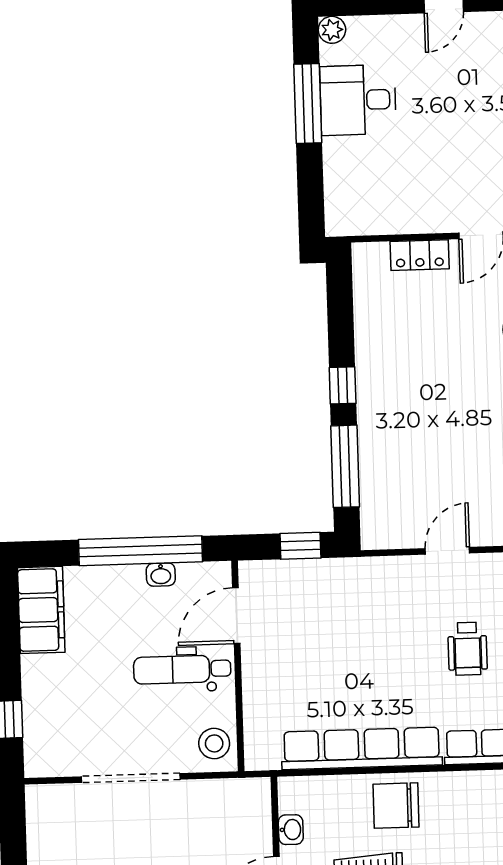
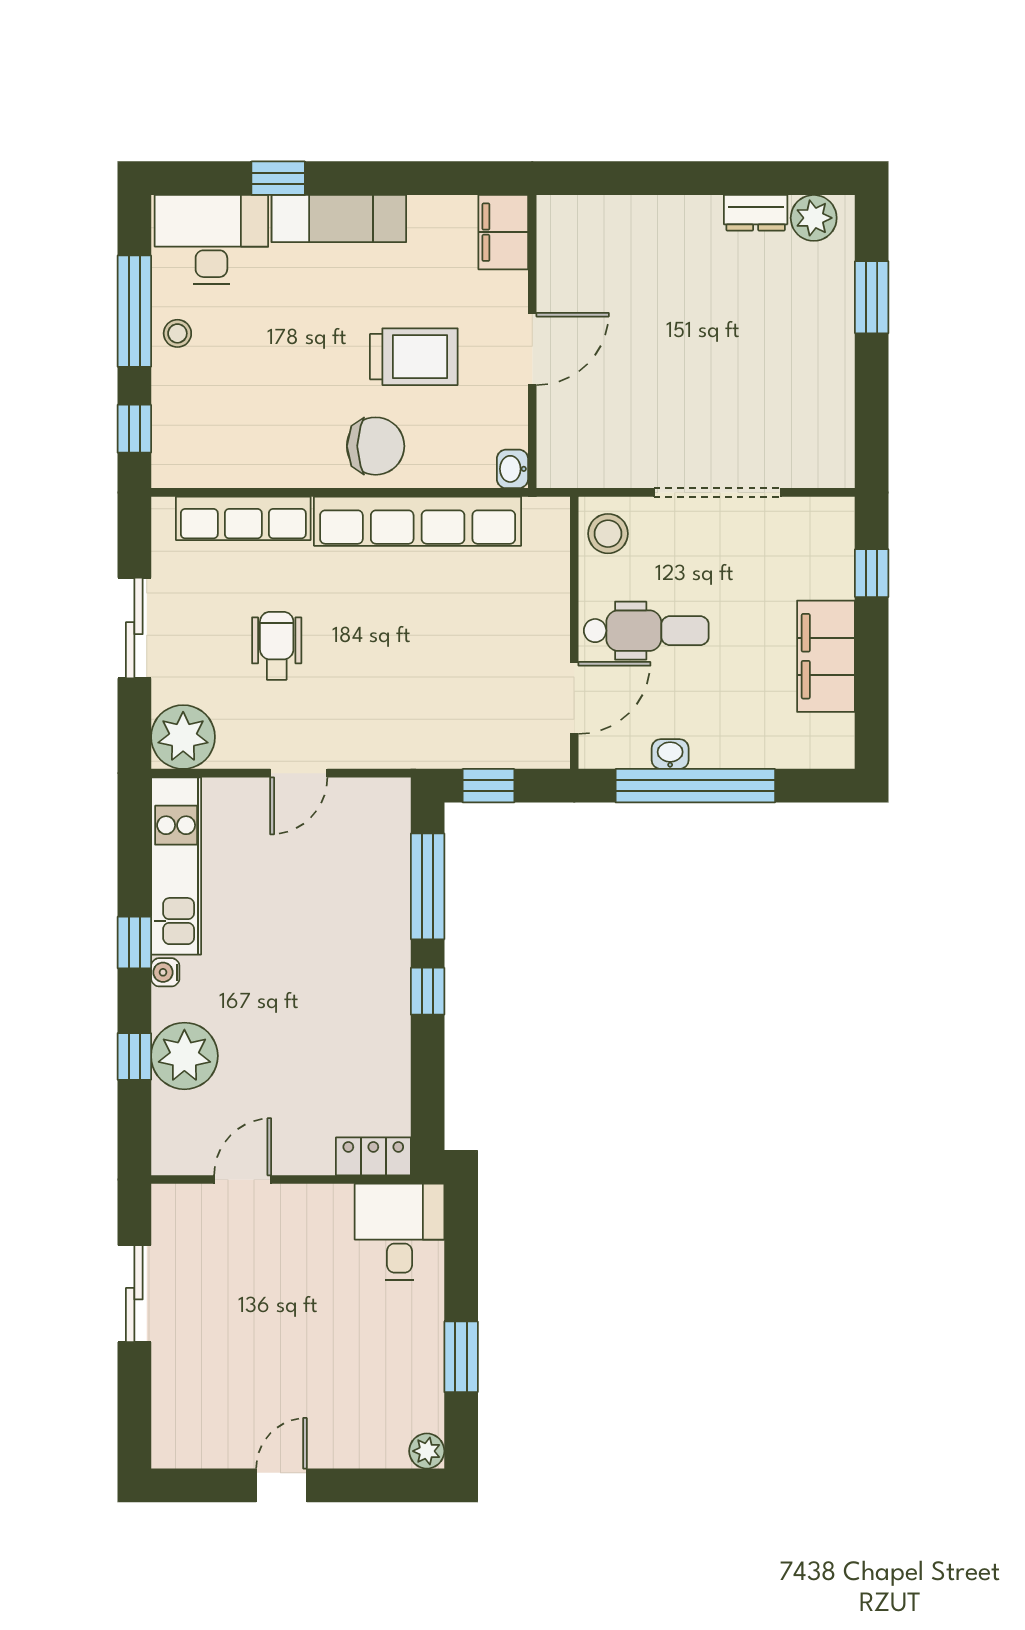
desk: (358, 100) -> (400, 1232), moved, turned -90
window: (308, 103) -> (461, 1357), width x0.69
locker: (420, 255) -> (373, 1156), moved
filing cabinet: (41, 610) -> (826, 656), moved
washbasin: (291, 830) -> (512, 469), moved

